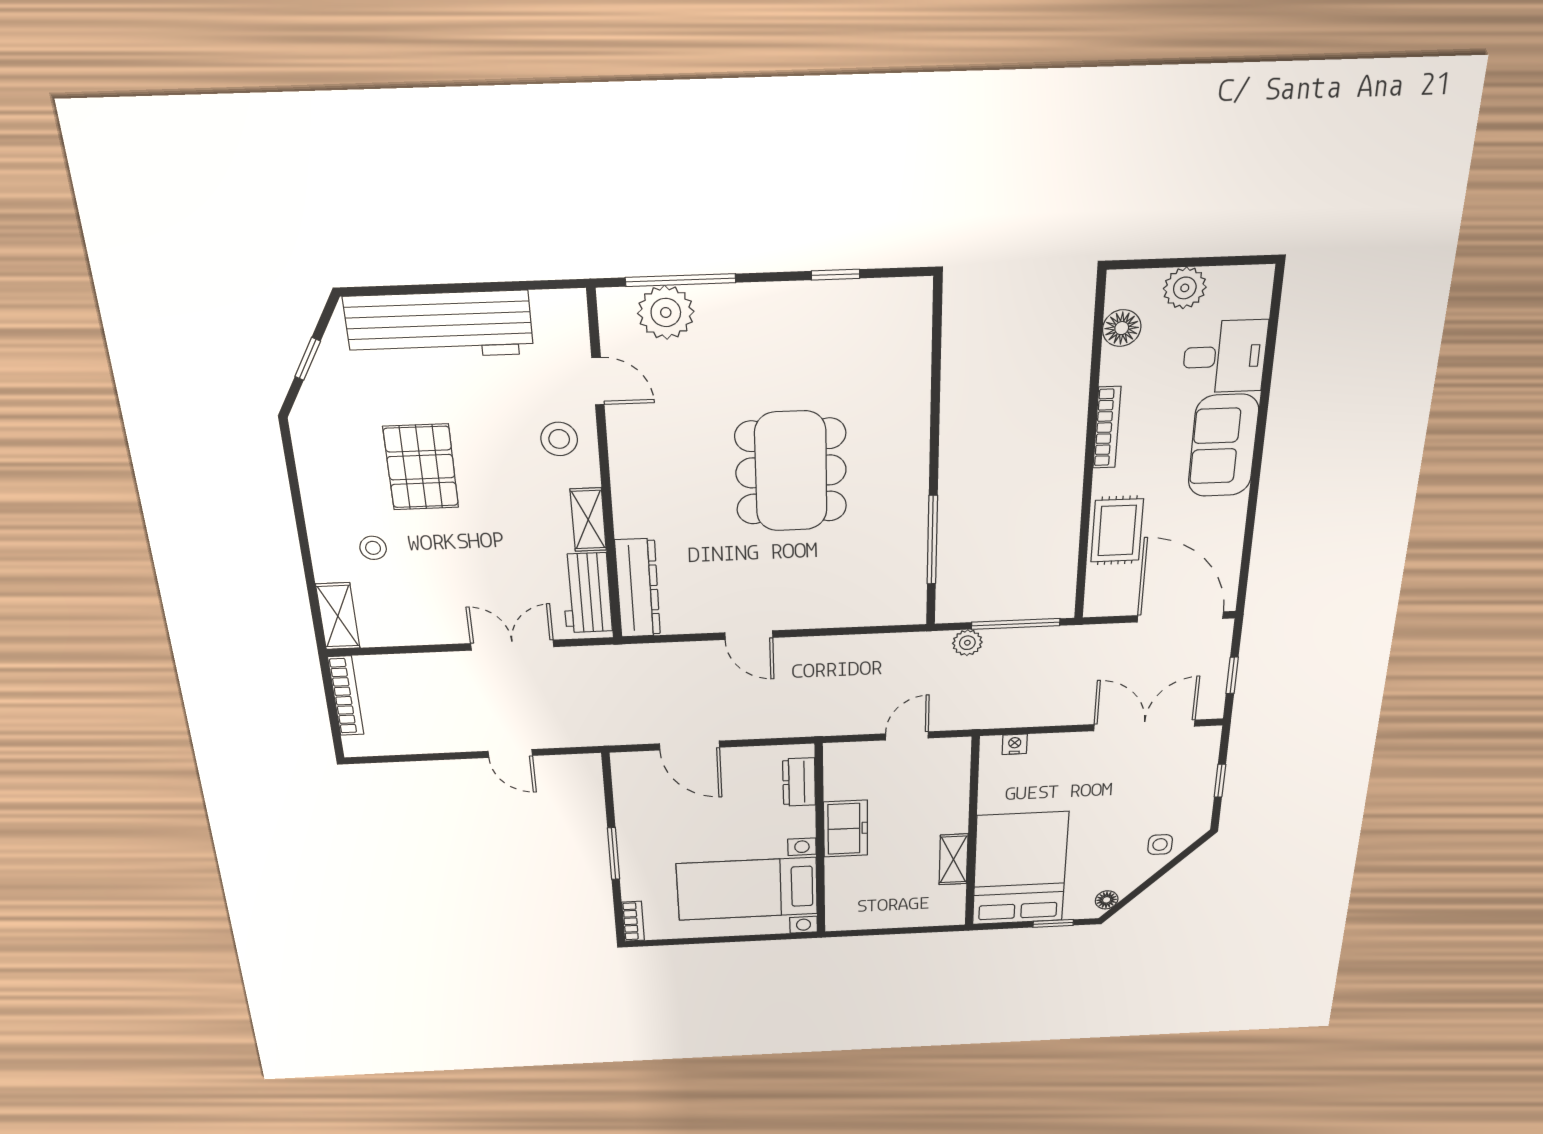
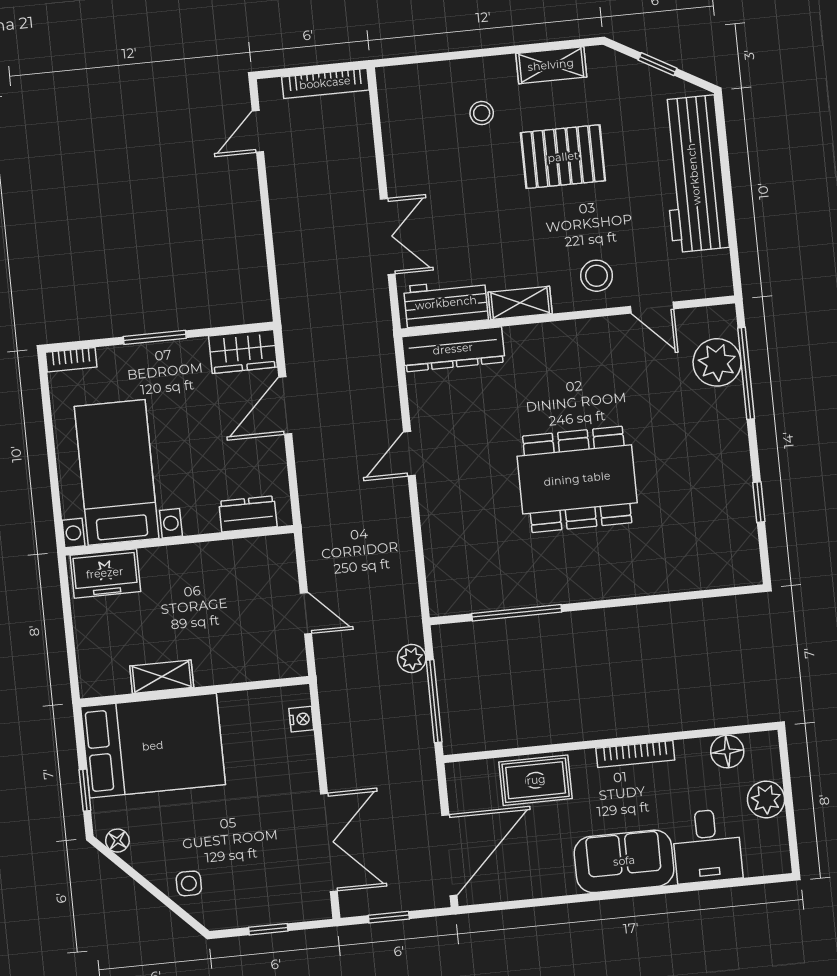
door: (598, 381) -> (652, 308), hinge flipped
shelving: (338, 616) -> (551, 65), moved
door: (510, 753) -> (258, 131), moved
wardrobe: (631, 780) -> (243, 352), added
freezer: (846, 829) -> (105, 573), moved

